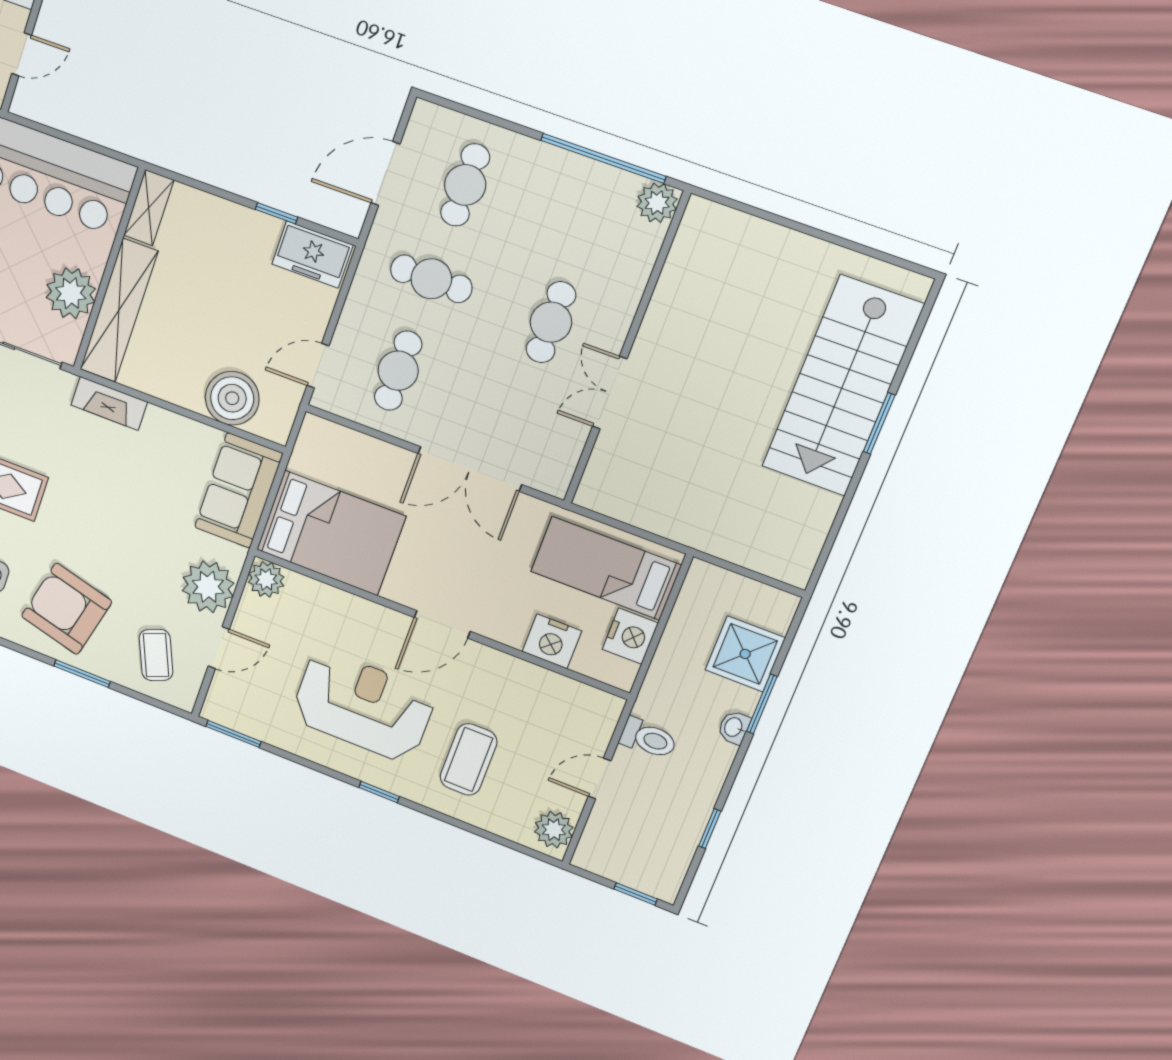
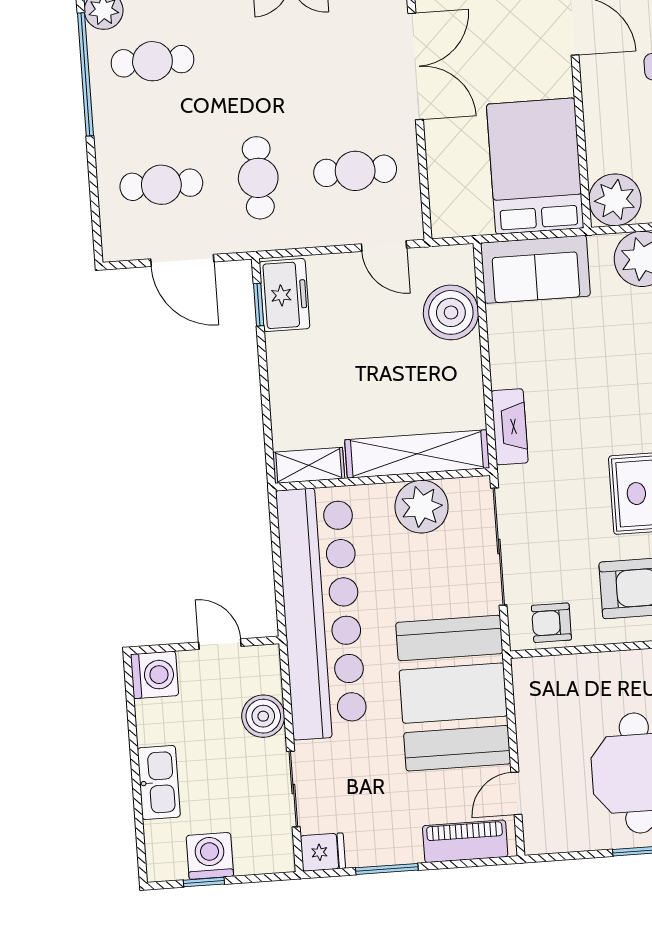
window: (276, 213) -> (259, 305), moved
cafe table: (551, 322) -> (152, 61), moved
plant: (266, 579) -> (615, 200), width x1.36, depth x1.36

